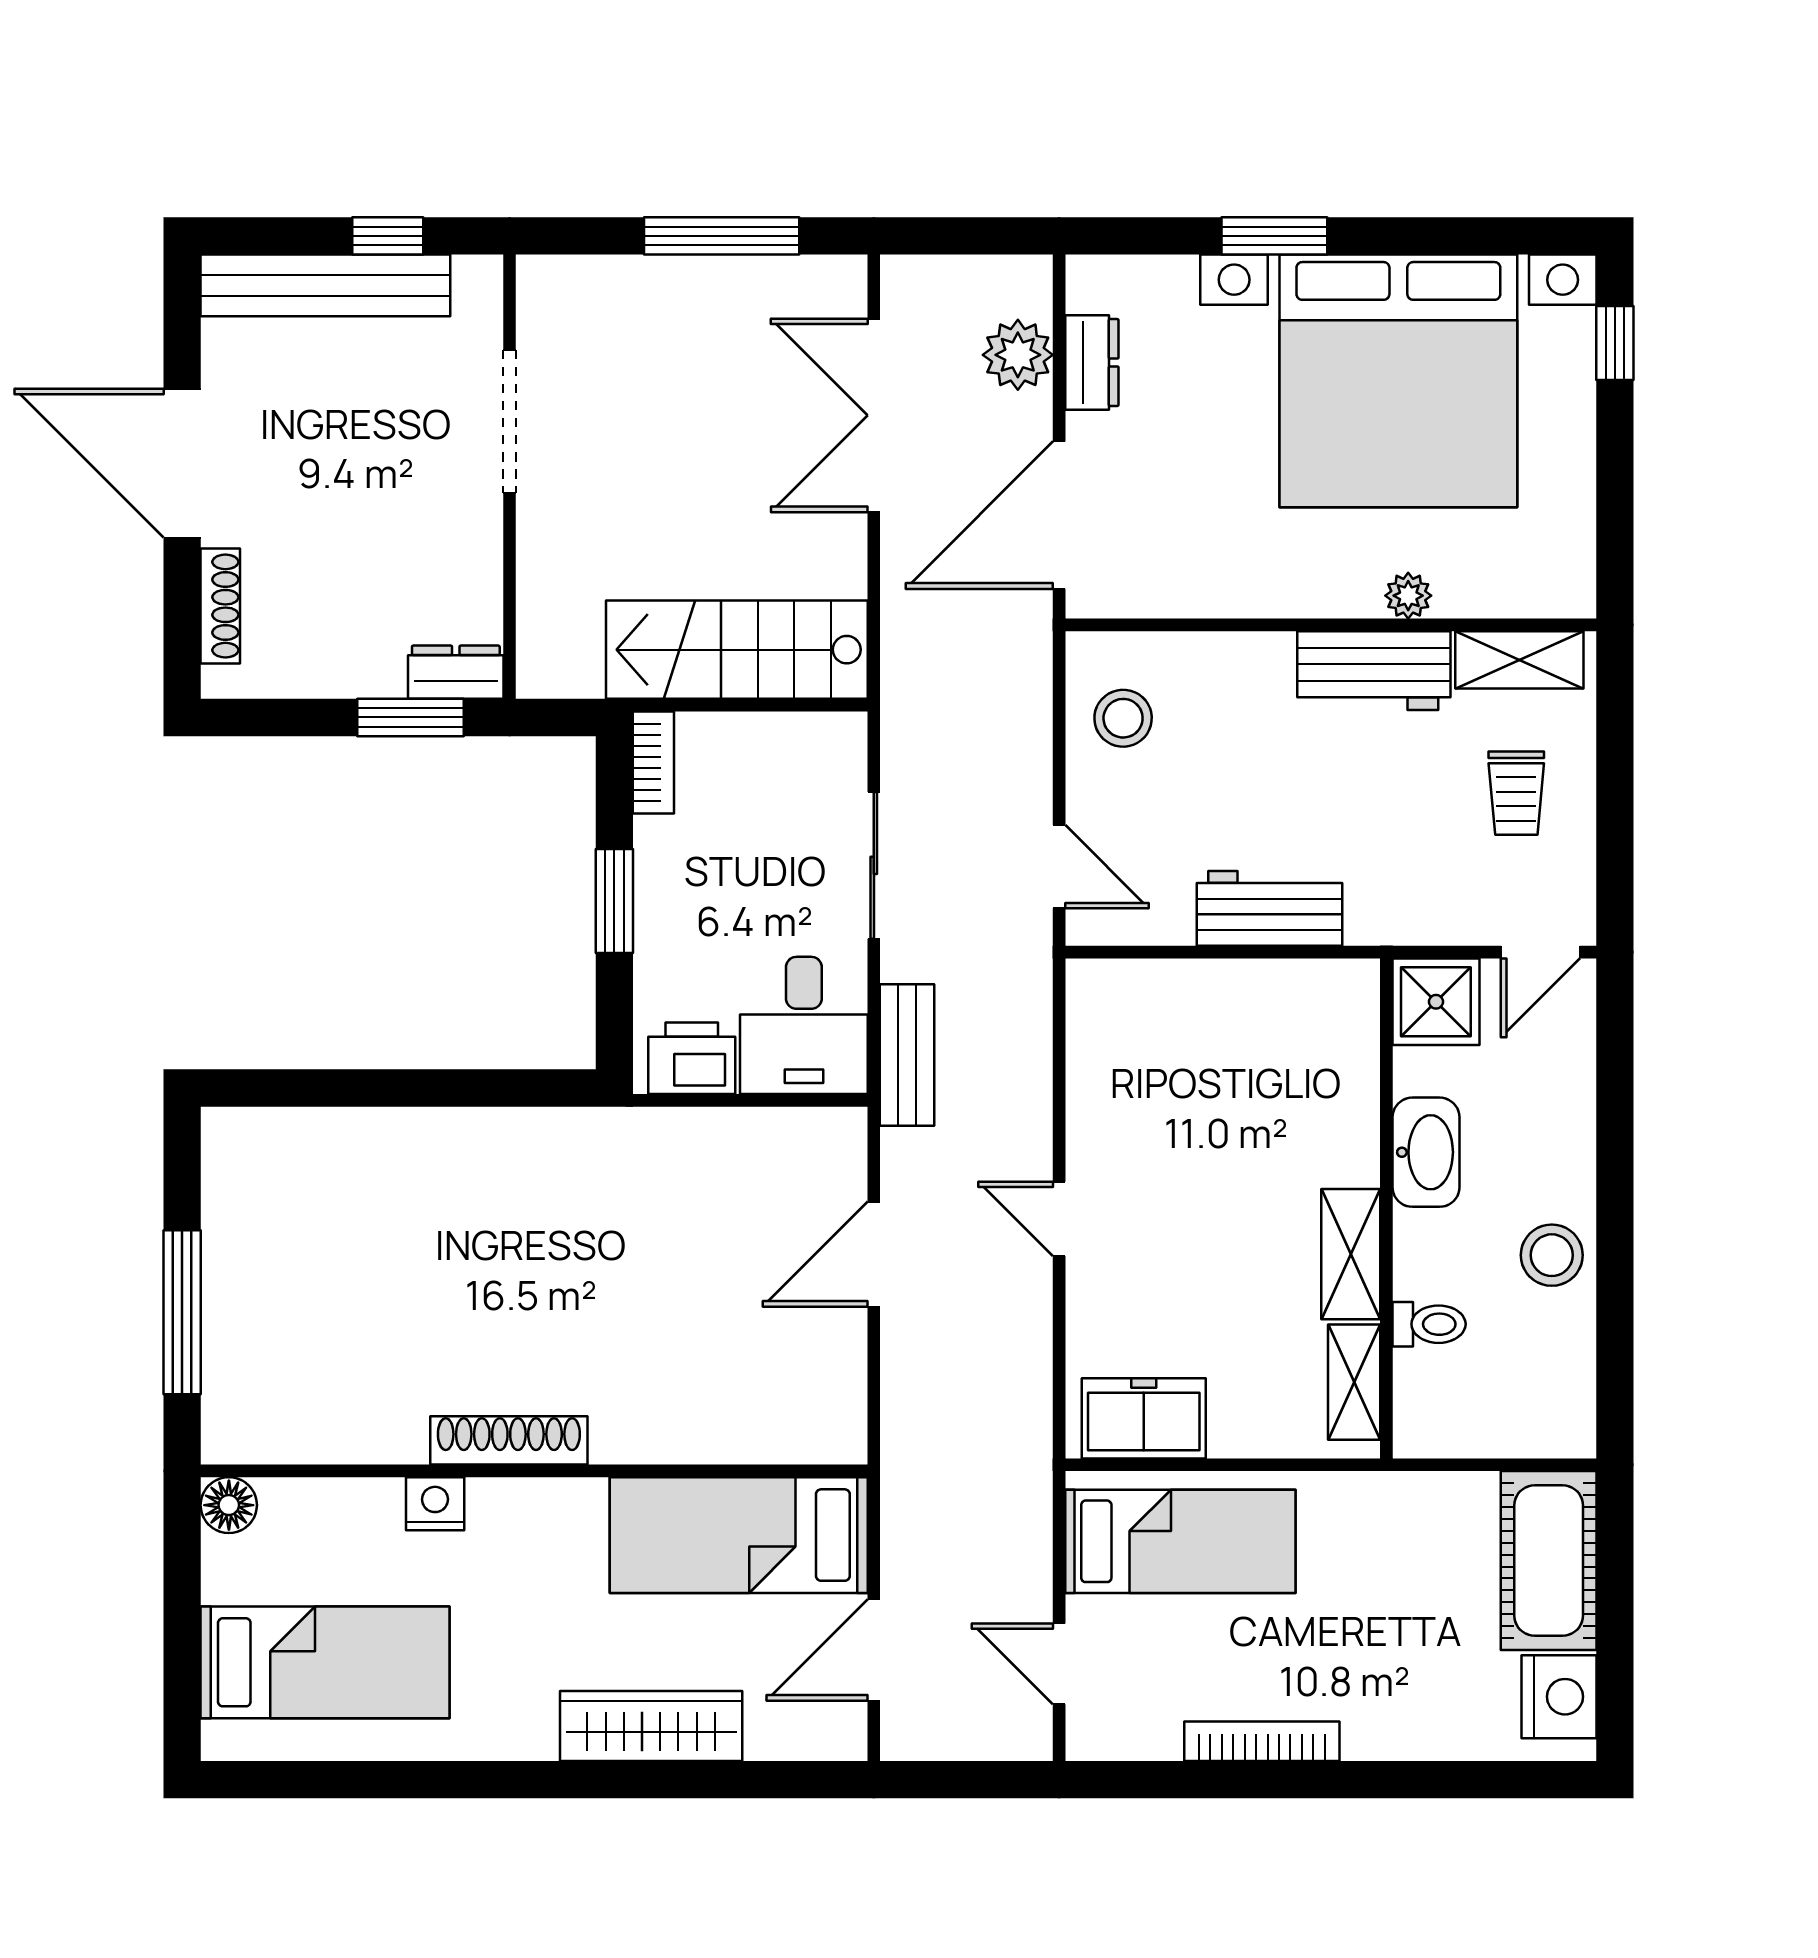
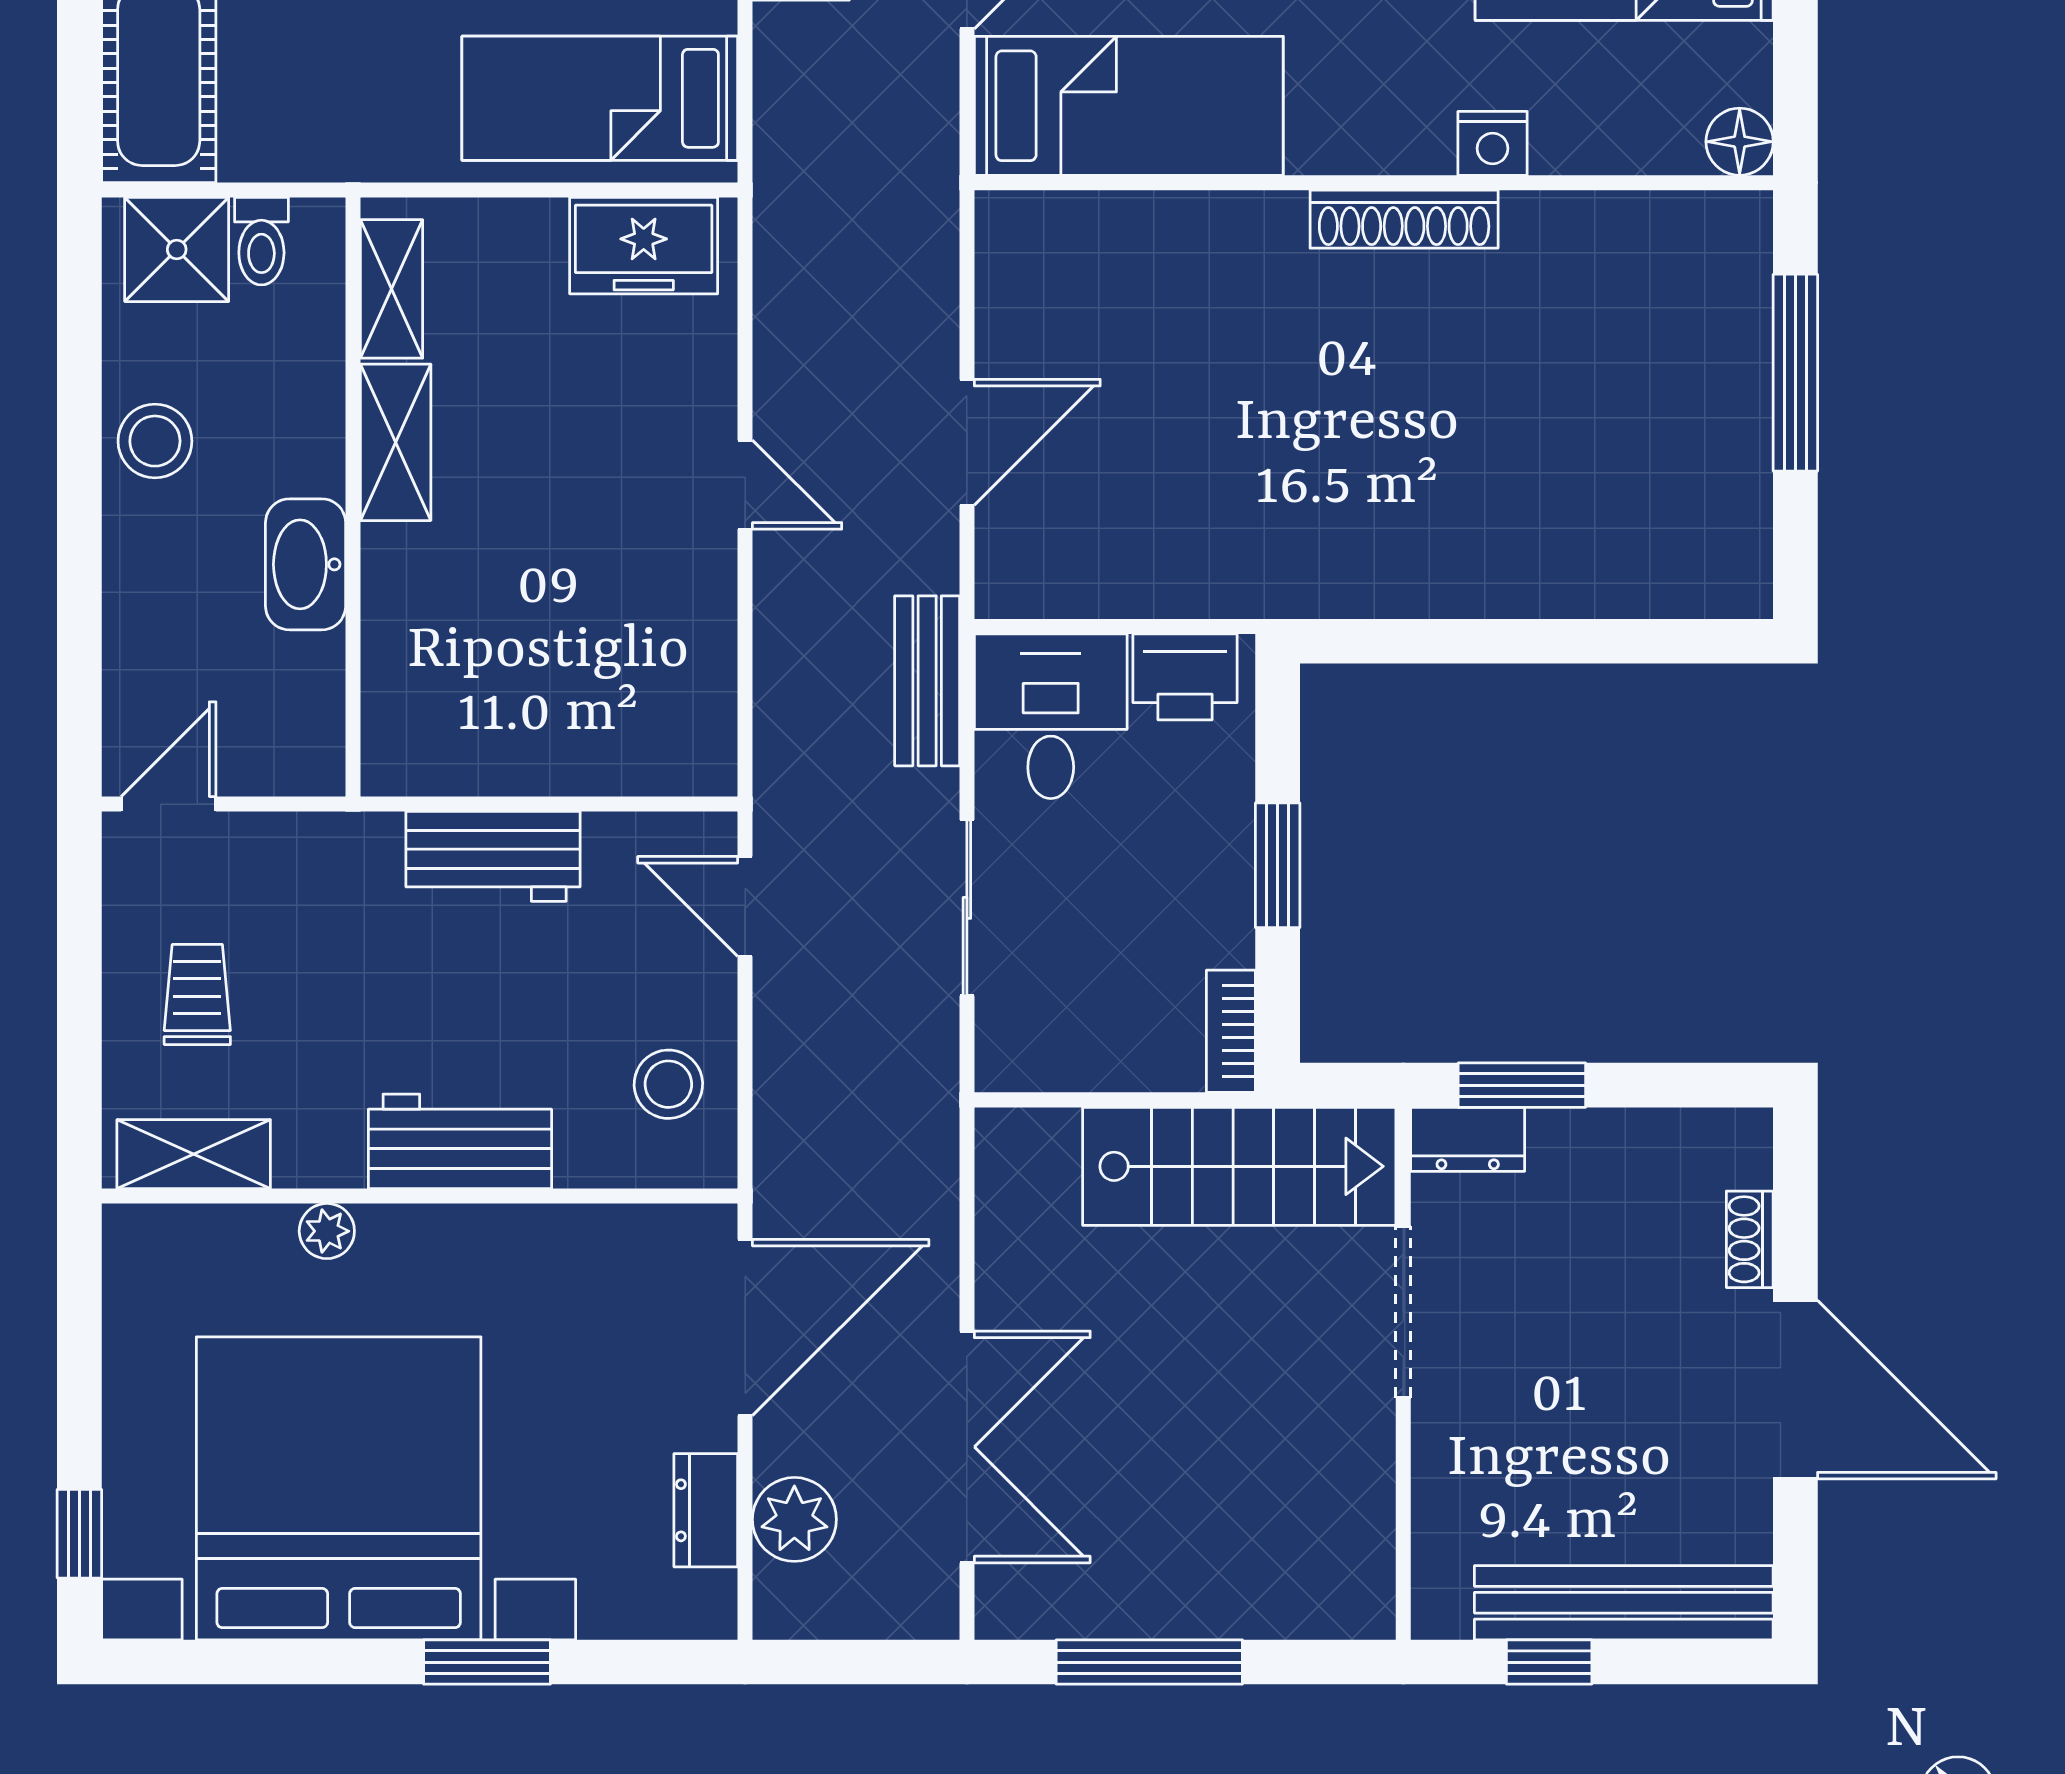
doorway: (509, 421) -> (1403, 1312), moved
shoe rack: (220, 606) -> (1750, 1239), width x0.70
stairs: (737, 650) -> (1239, 1166), moved
workbench: (1374, 671) -> (460, 1141), moved
shower: (1436, 1002) -> (177, 249), moved
toilet: (1429, 1324) -> (261, 241), moved, turned -90

